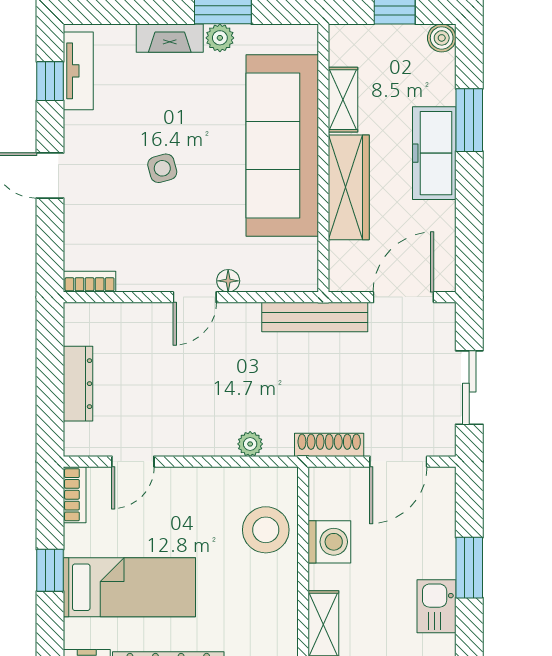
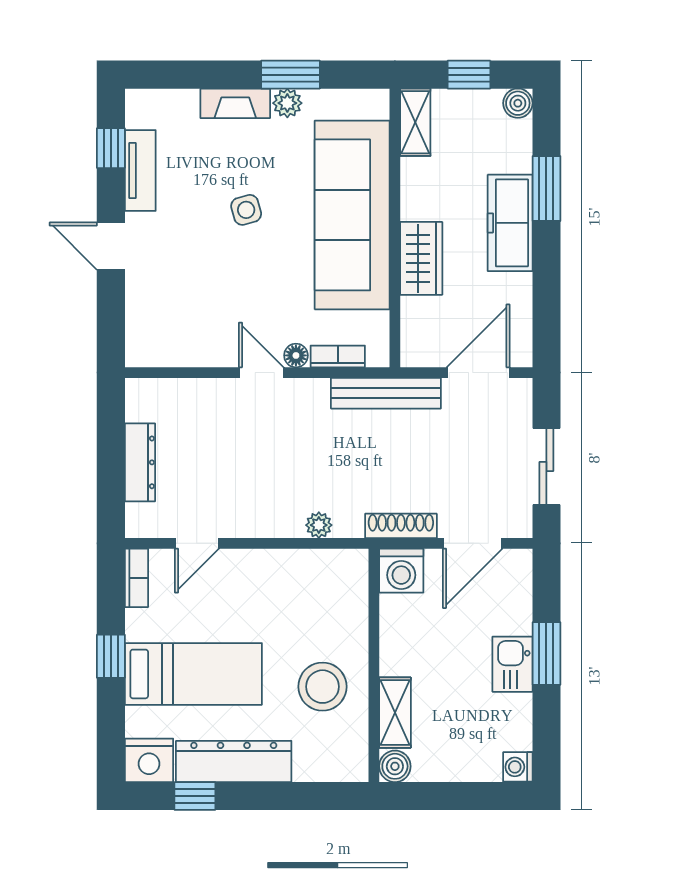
tv unit: (78, 71) -> (140, 171), moved
shelving: (343, 100) -> (415, 122), moved
side table: (162, 168) -> (246, 210), moved
wardrobe: (349, 187) -> (421, 258), width x0.67
bookcase: (90, 282) -> (338, 356), moved
door: (195, 297) -> (261, 373), swing flipped
stool: (266, 530) -> (322, 687), moved
washing machine: (329, 542) -> (401, 571), moved, turned 90
kitchen sink: (437, 606) -> (512, 664), moved

